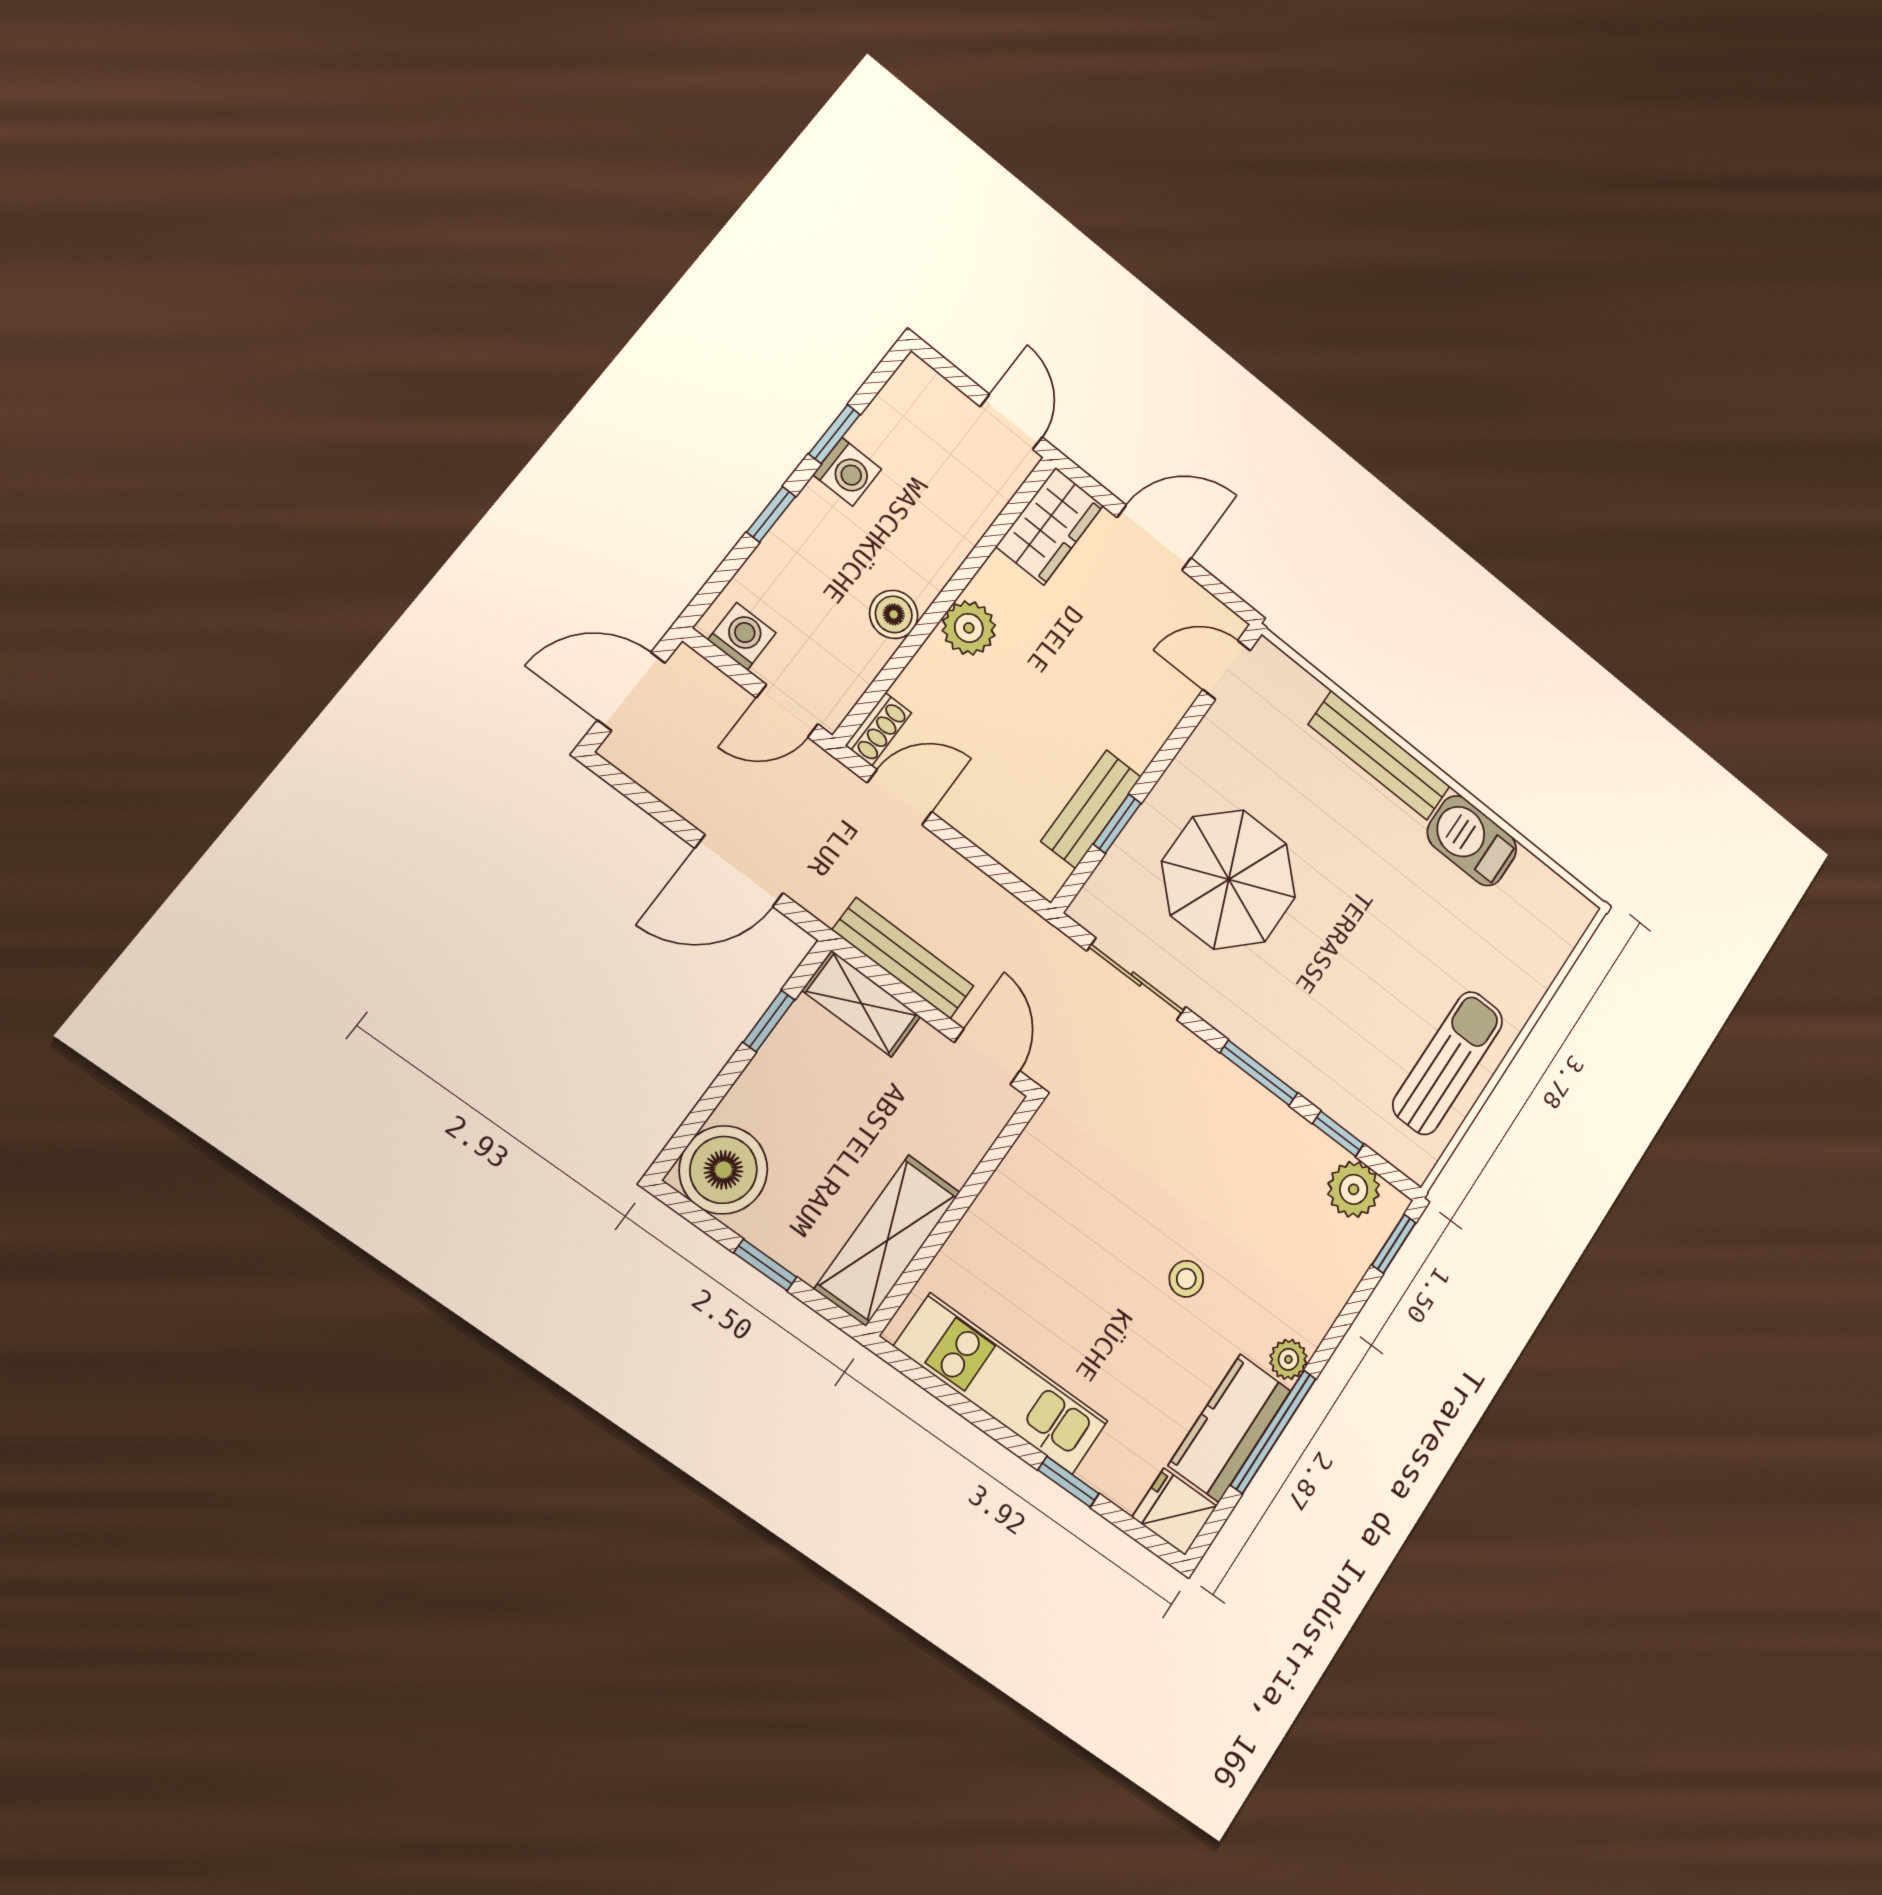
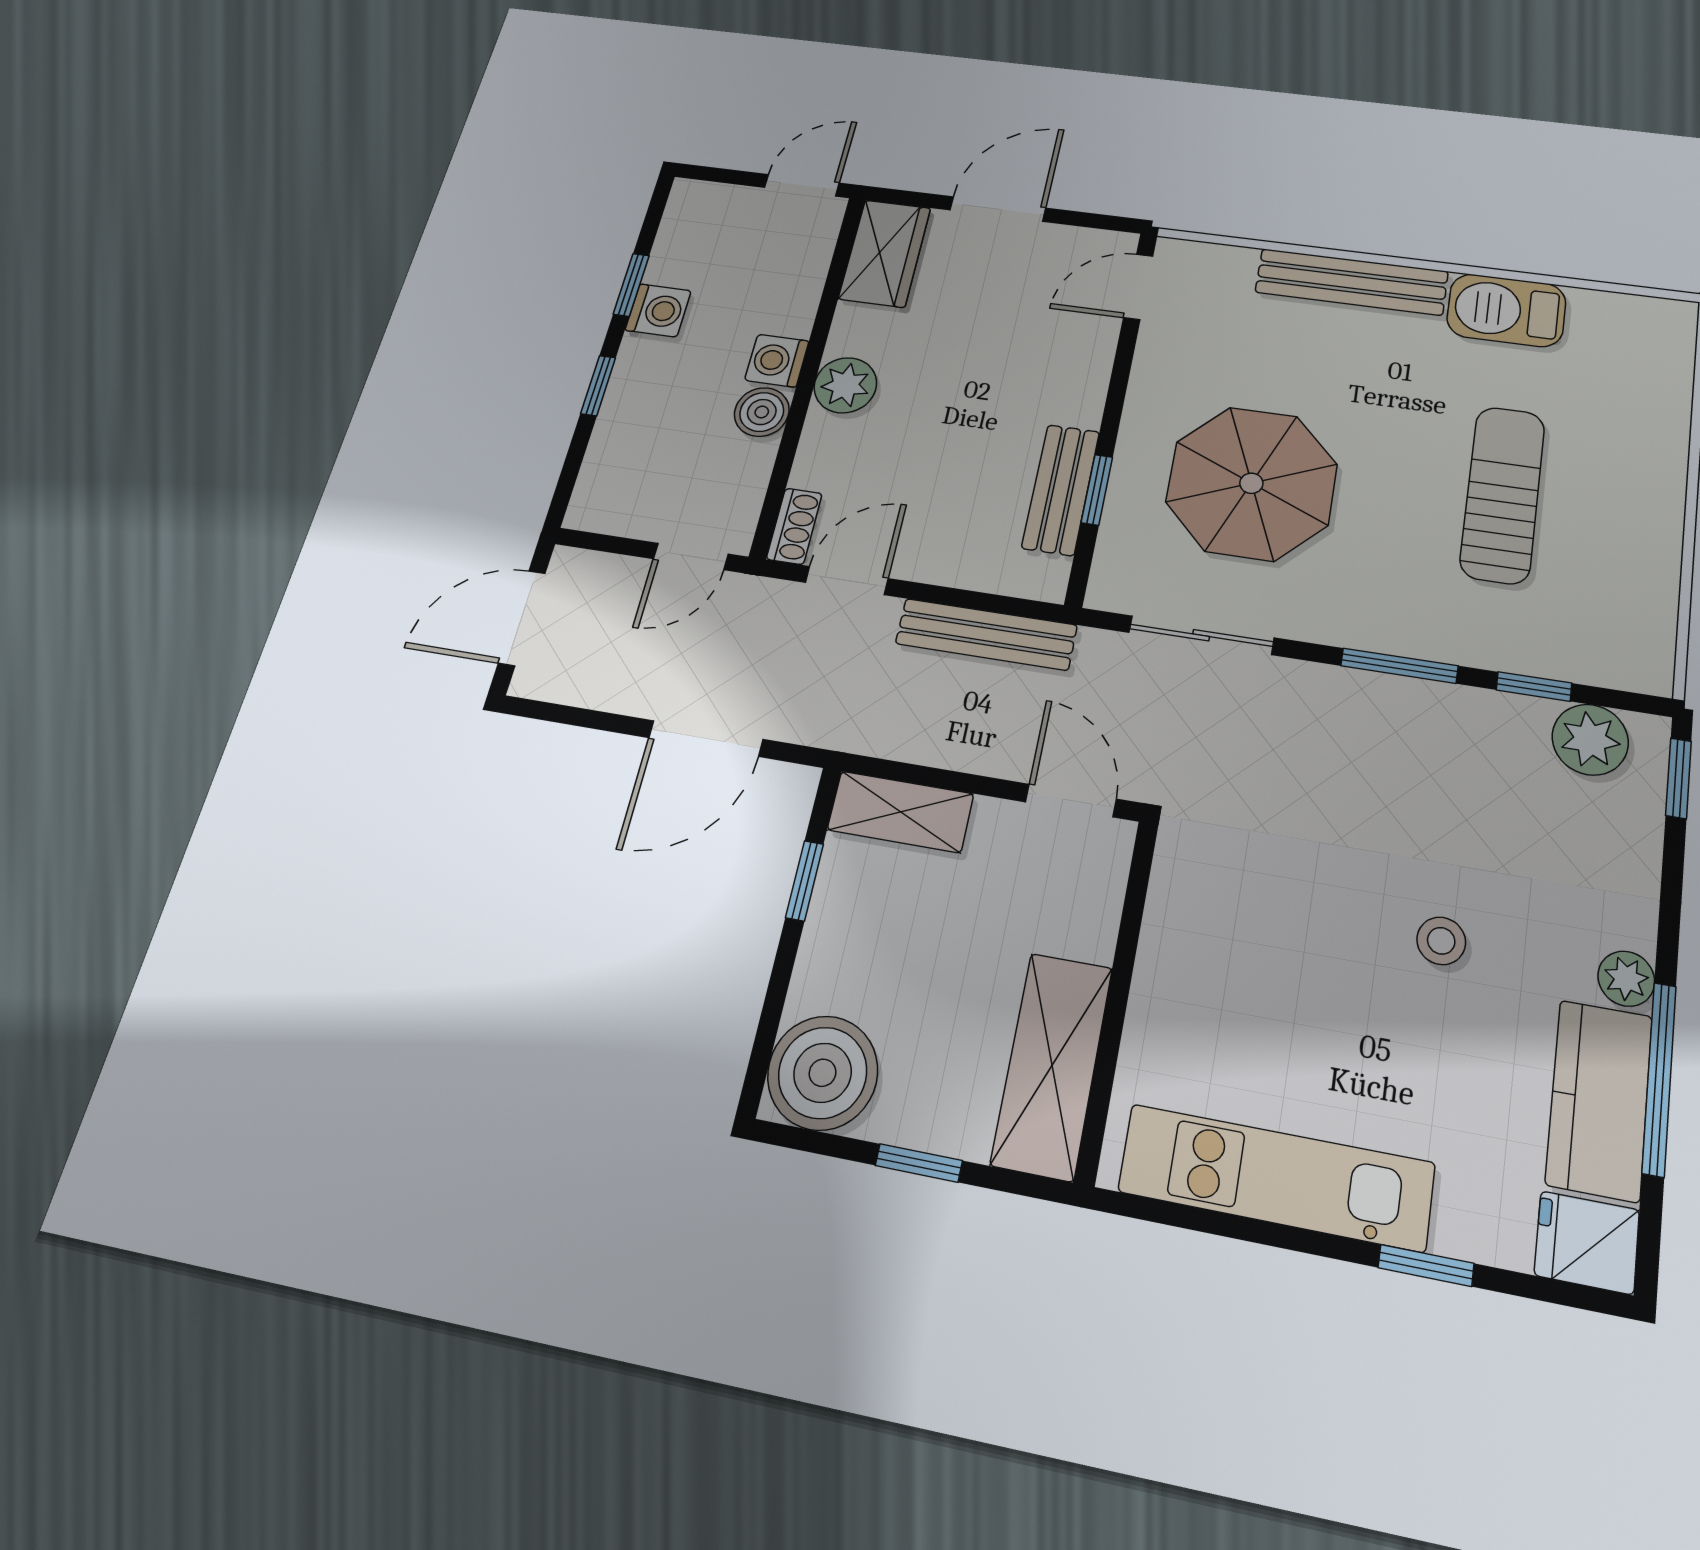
door: (1011, 422) -> (802, 185), hinge flipped
washing machine: (742, 636) -> (777, 361), moved, turned -90
bench: (903, 958) -> (986, 634), moved
sun lounger: (1448, 1063) -> (1503, 494), moved

